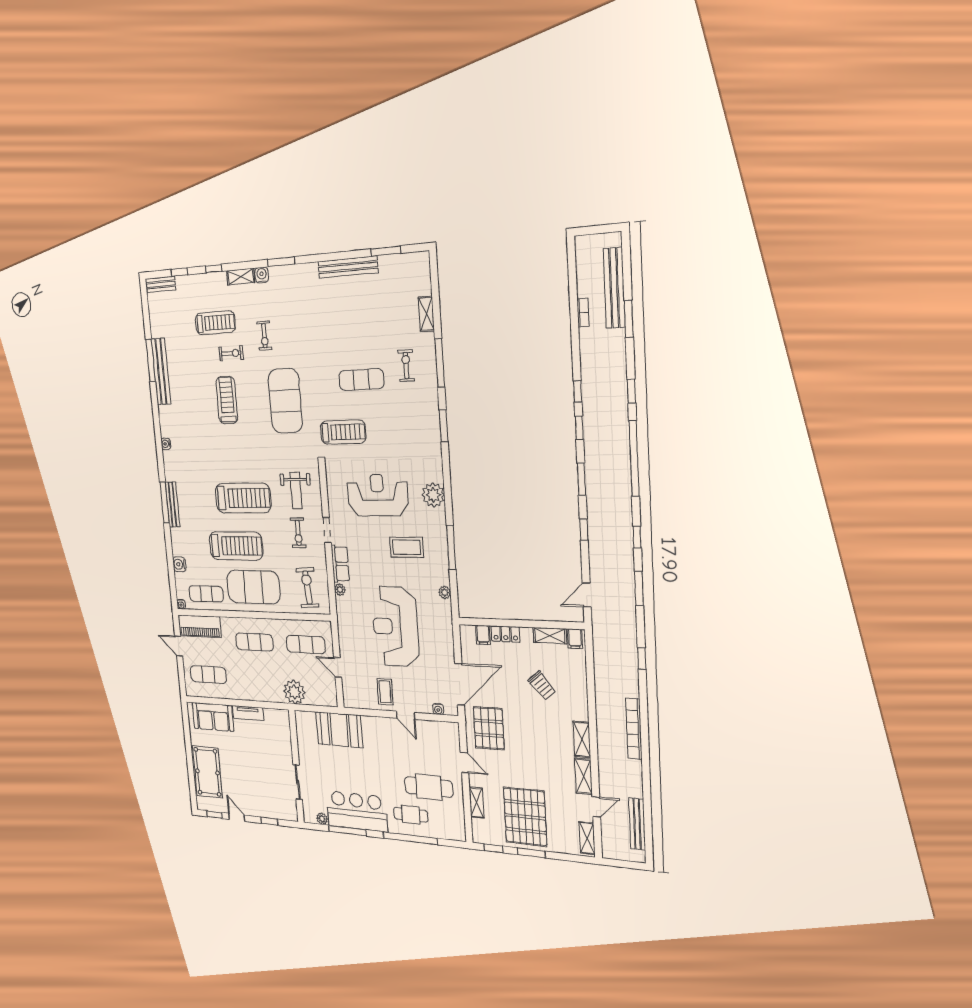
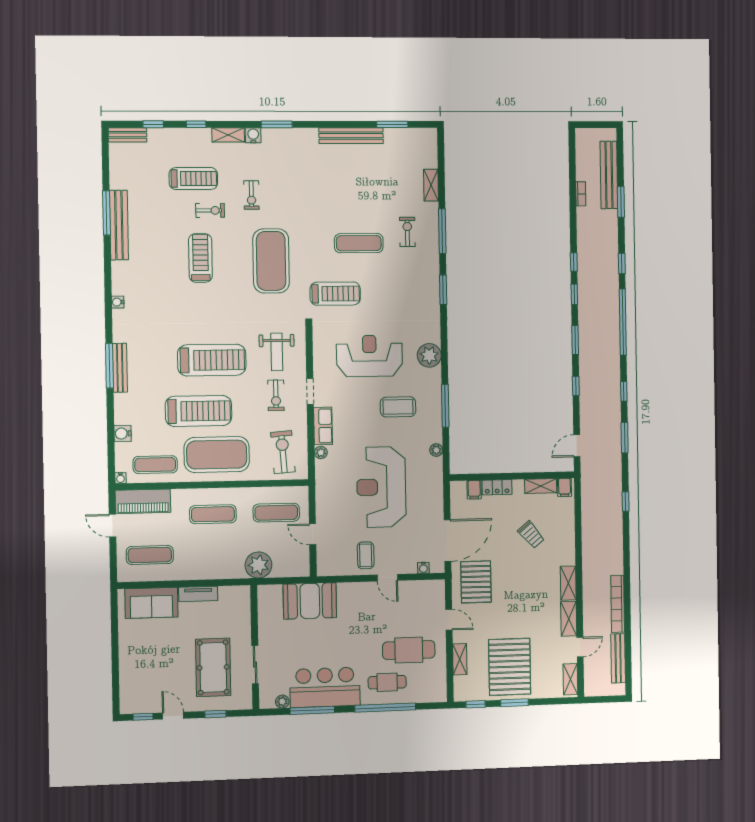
bookcase: (634, 729) -> (618, 604), moved
pool table: (207, 772) -> (213, 667), moved

